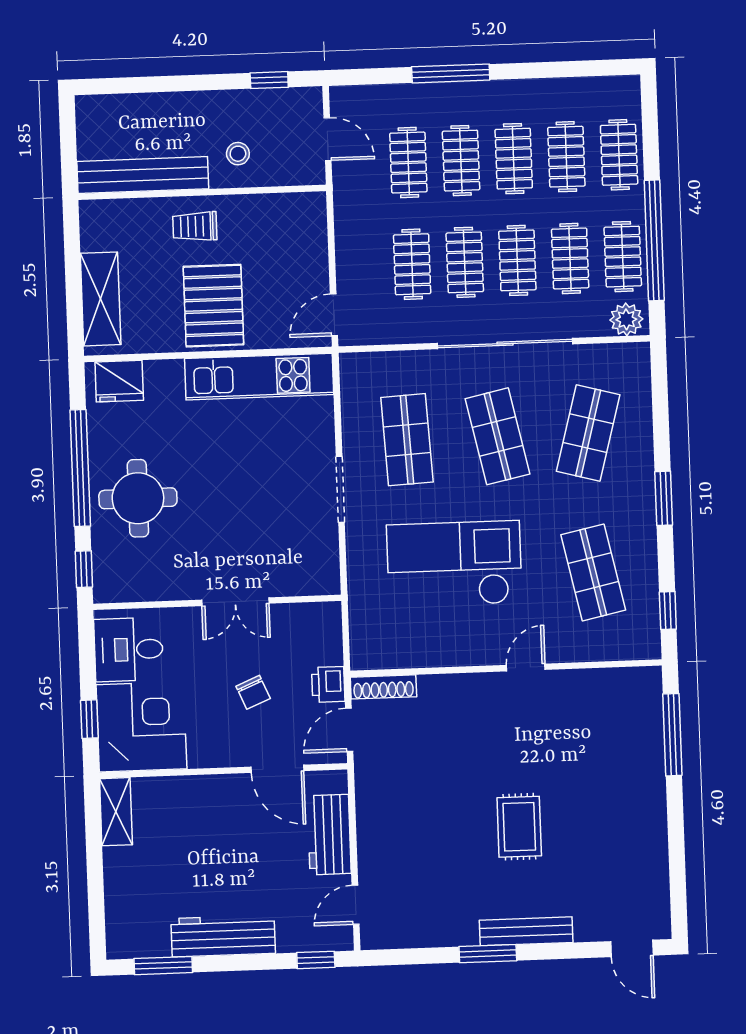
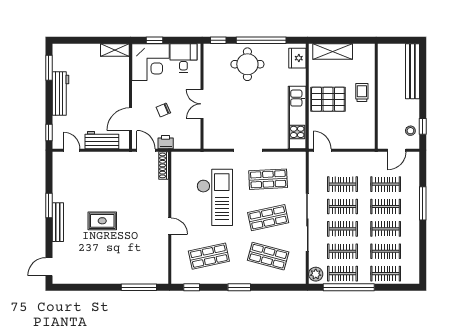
stool: (238, 154) -> (410, 131), moved
bench: (143, 175) -> (412, 71), moved

